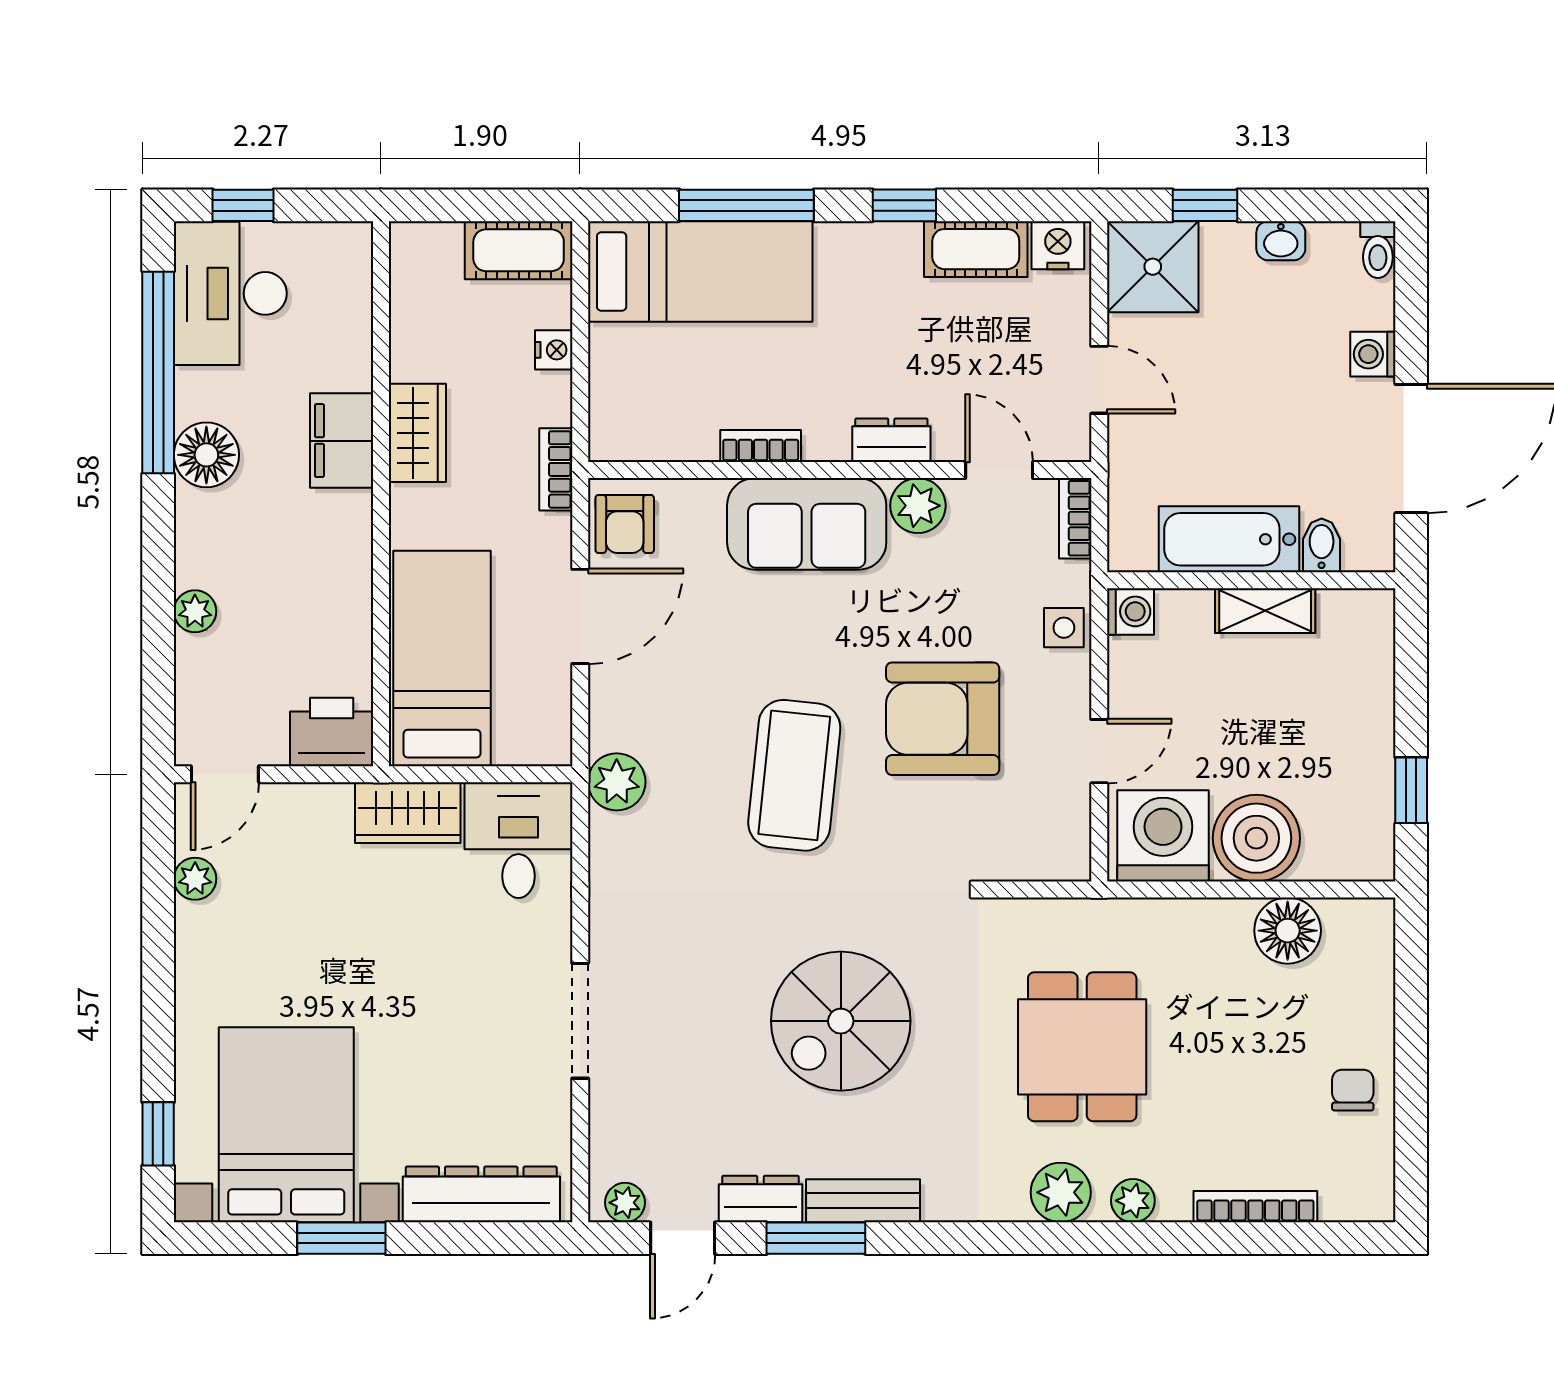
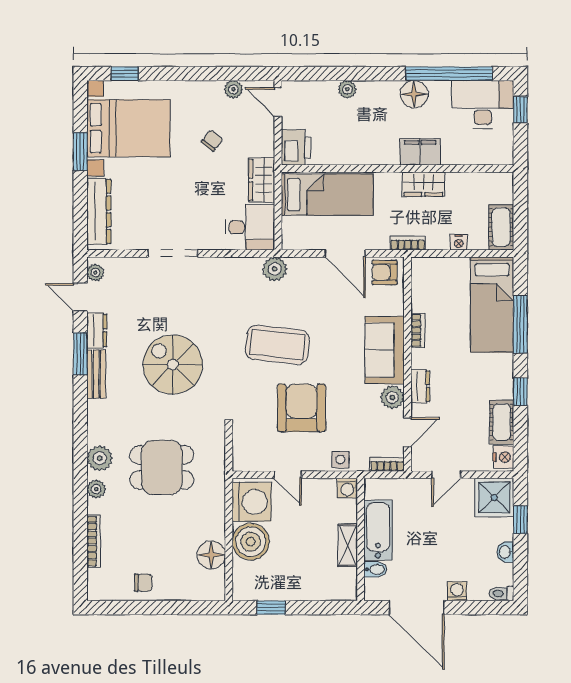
chair: (315, 929) -> (212, 141), added

